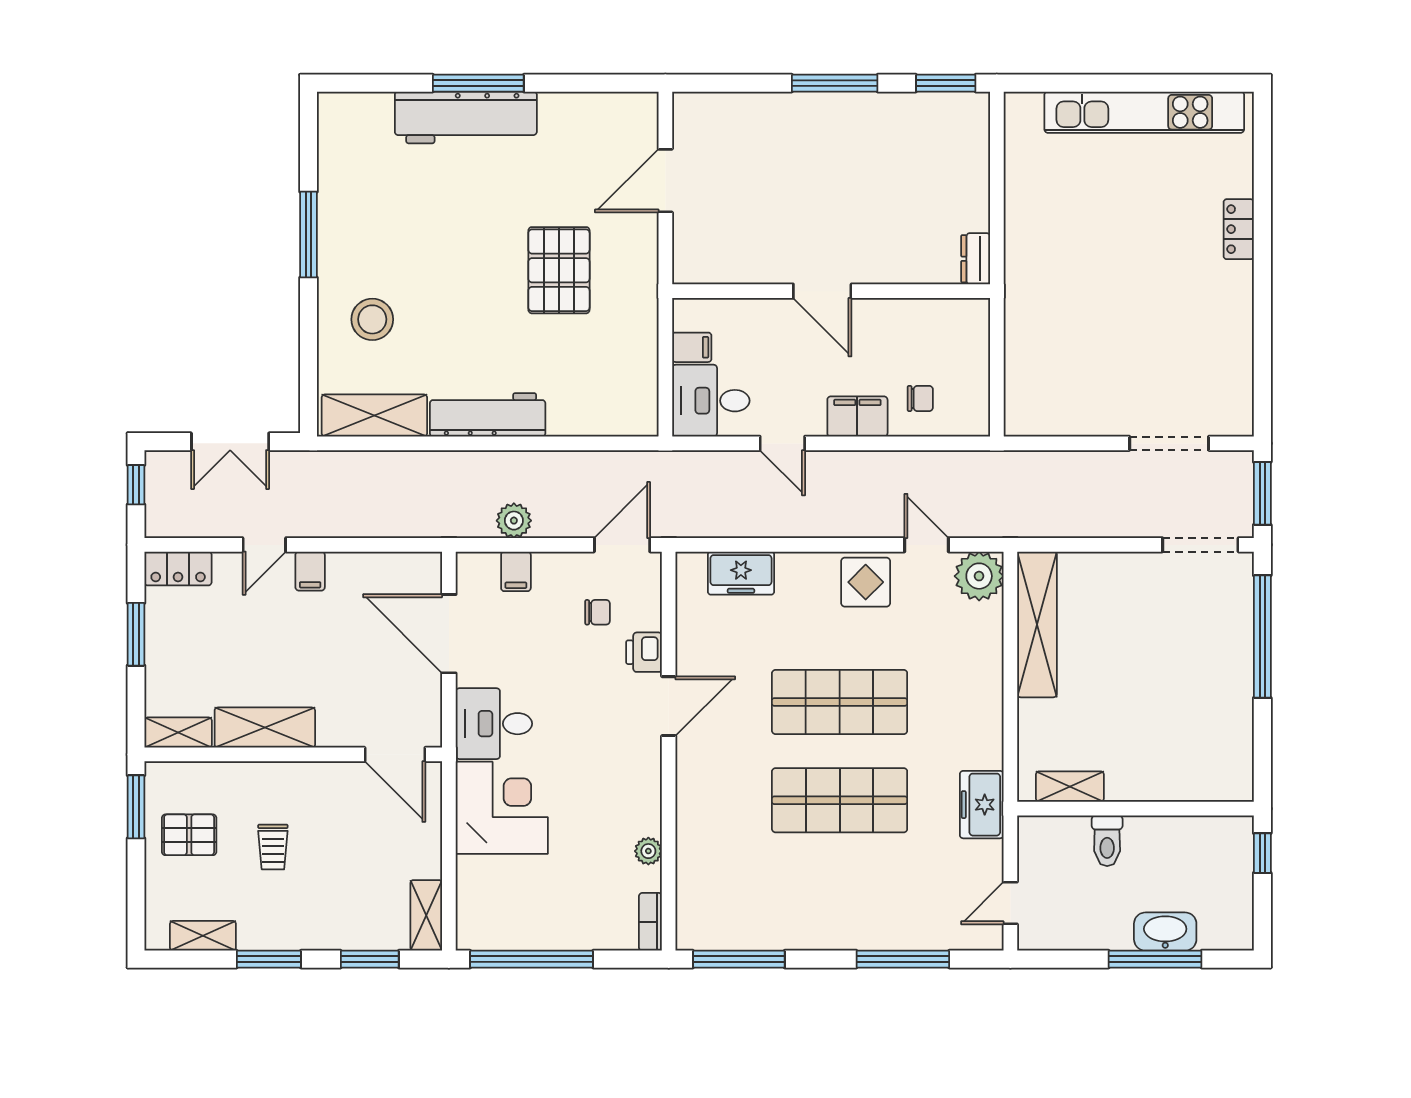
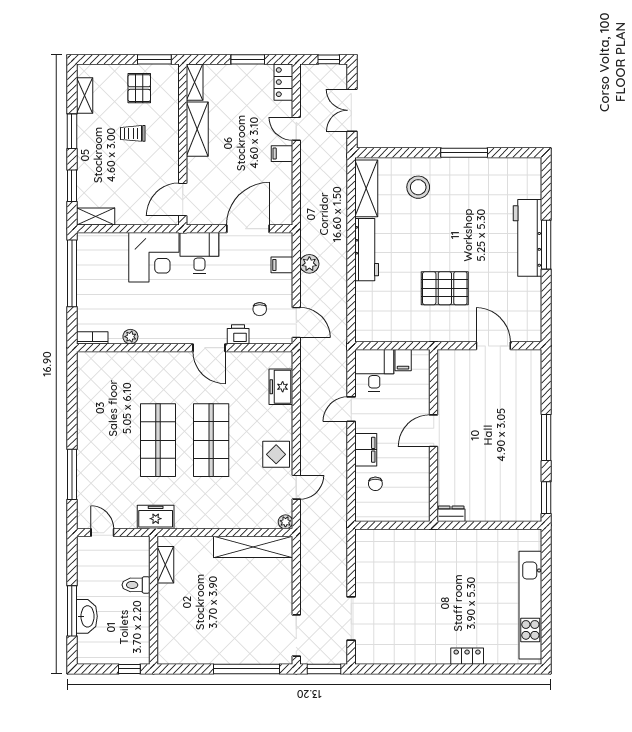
plant: (979, 576) -> (285, 522), width x0.53, depth x0.53
window: (739, 959) -> (72, 386), removed

